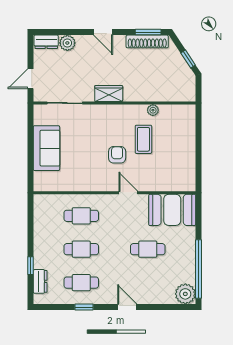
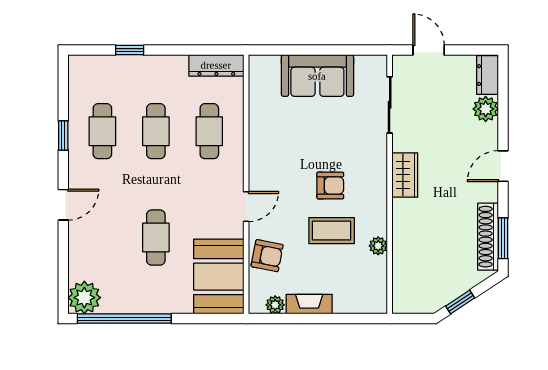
fireplace: (189, 153) -> (309, 304), added
armchair: (117, 155) -> (330, 186), moved
plant: (190, 175) -> (275, 305), added
armchair: (159, 180) -> (267, 256), added
dresser: (40, 281) -> (216, 65), moved, width x1.44

